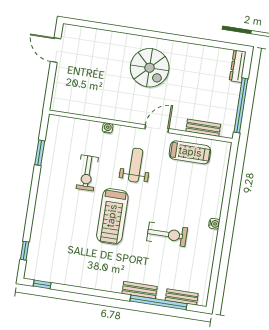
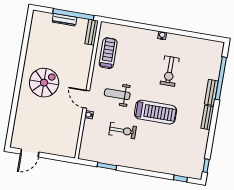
dresser: (238, 66) -> (64, 20), moved
bench: (203, 128) -> (92, 32), moved
door: (157, 129) -> (86, 99), moved
exercise bike: (167, 234) -> (170, 71), turned 180
bench: (182, 297) -> (207, 118), moved

